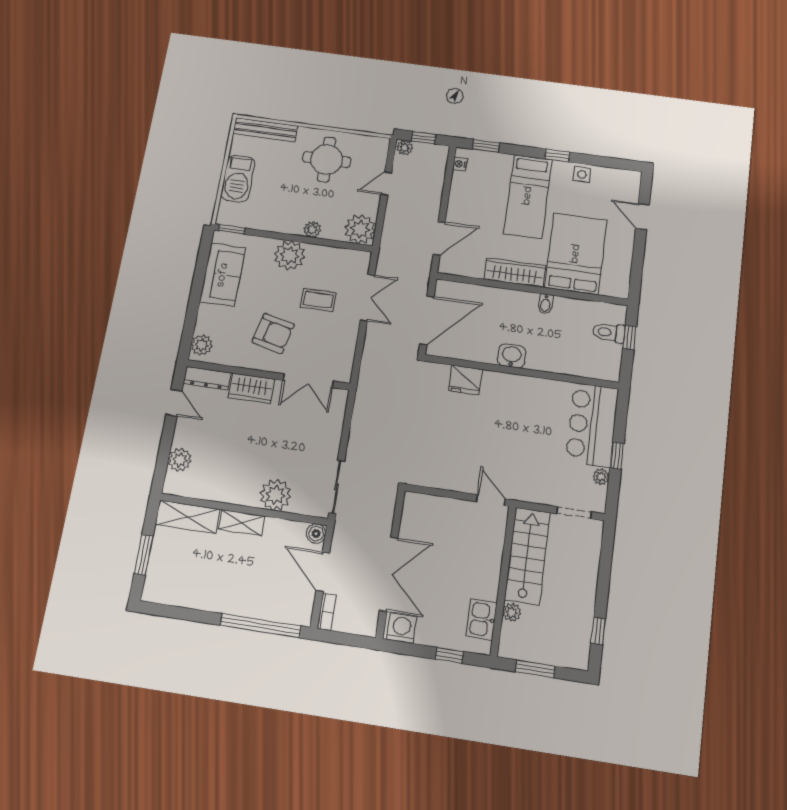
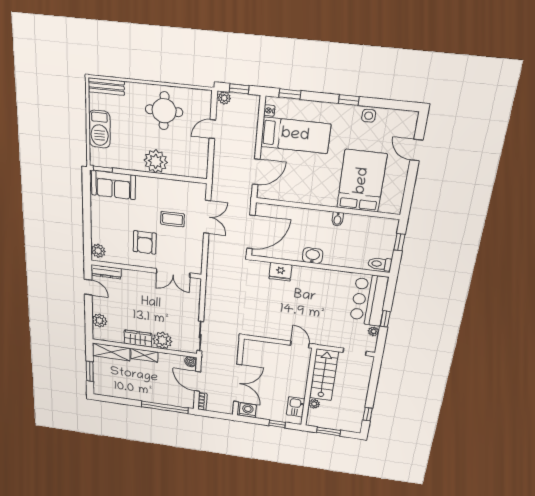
bench: (265, 130) -> (106, 86), width x0.73
bed: (528, 196) -> (295, 135), moved, turned -90
plant: (312, 229) -> (156, 161), width x1.87, depth x1.87
plant: (360, 229) -> (196, 166), removed
plant: (290, 255) -> (147, 187), removed
wardrobe: (515, 273) -> (314, 196), removed
sofa: (223, 275) -> (113, 185), moved, turned 90
toilet: (609, 332) -> (380, 264), moved
armchair: (273, 333) -> (145, 242), turned 77
wardrobe: (252, 388) -> (138, 339), moved, turned 180

